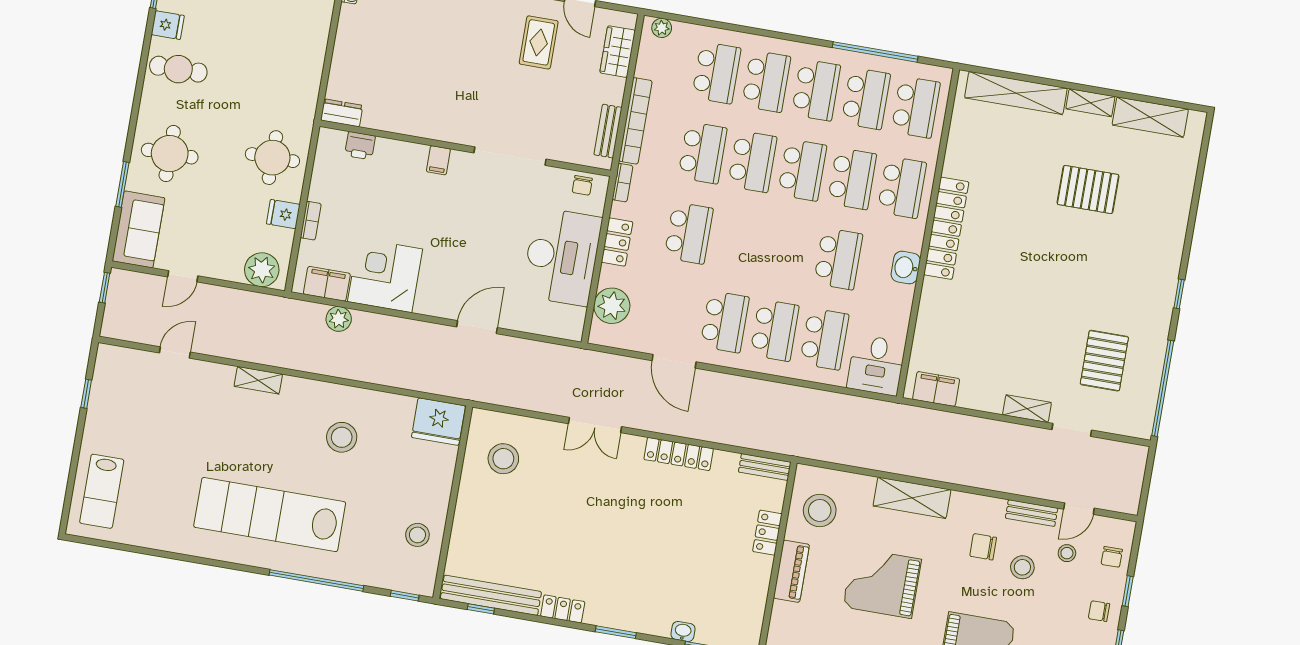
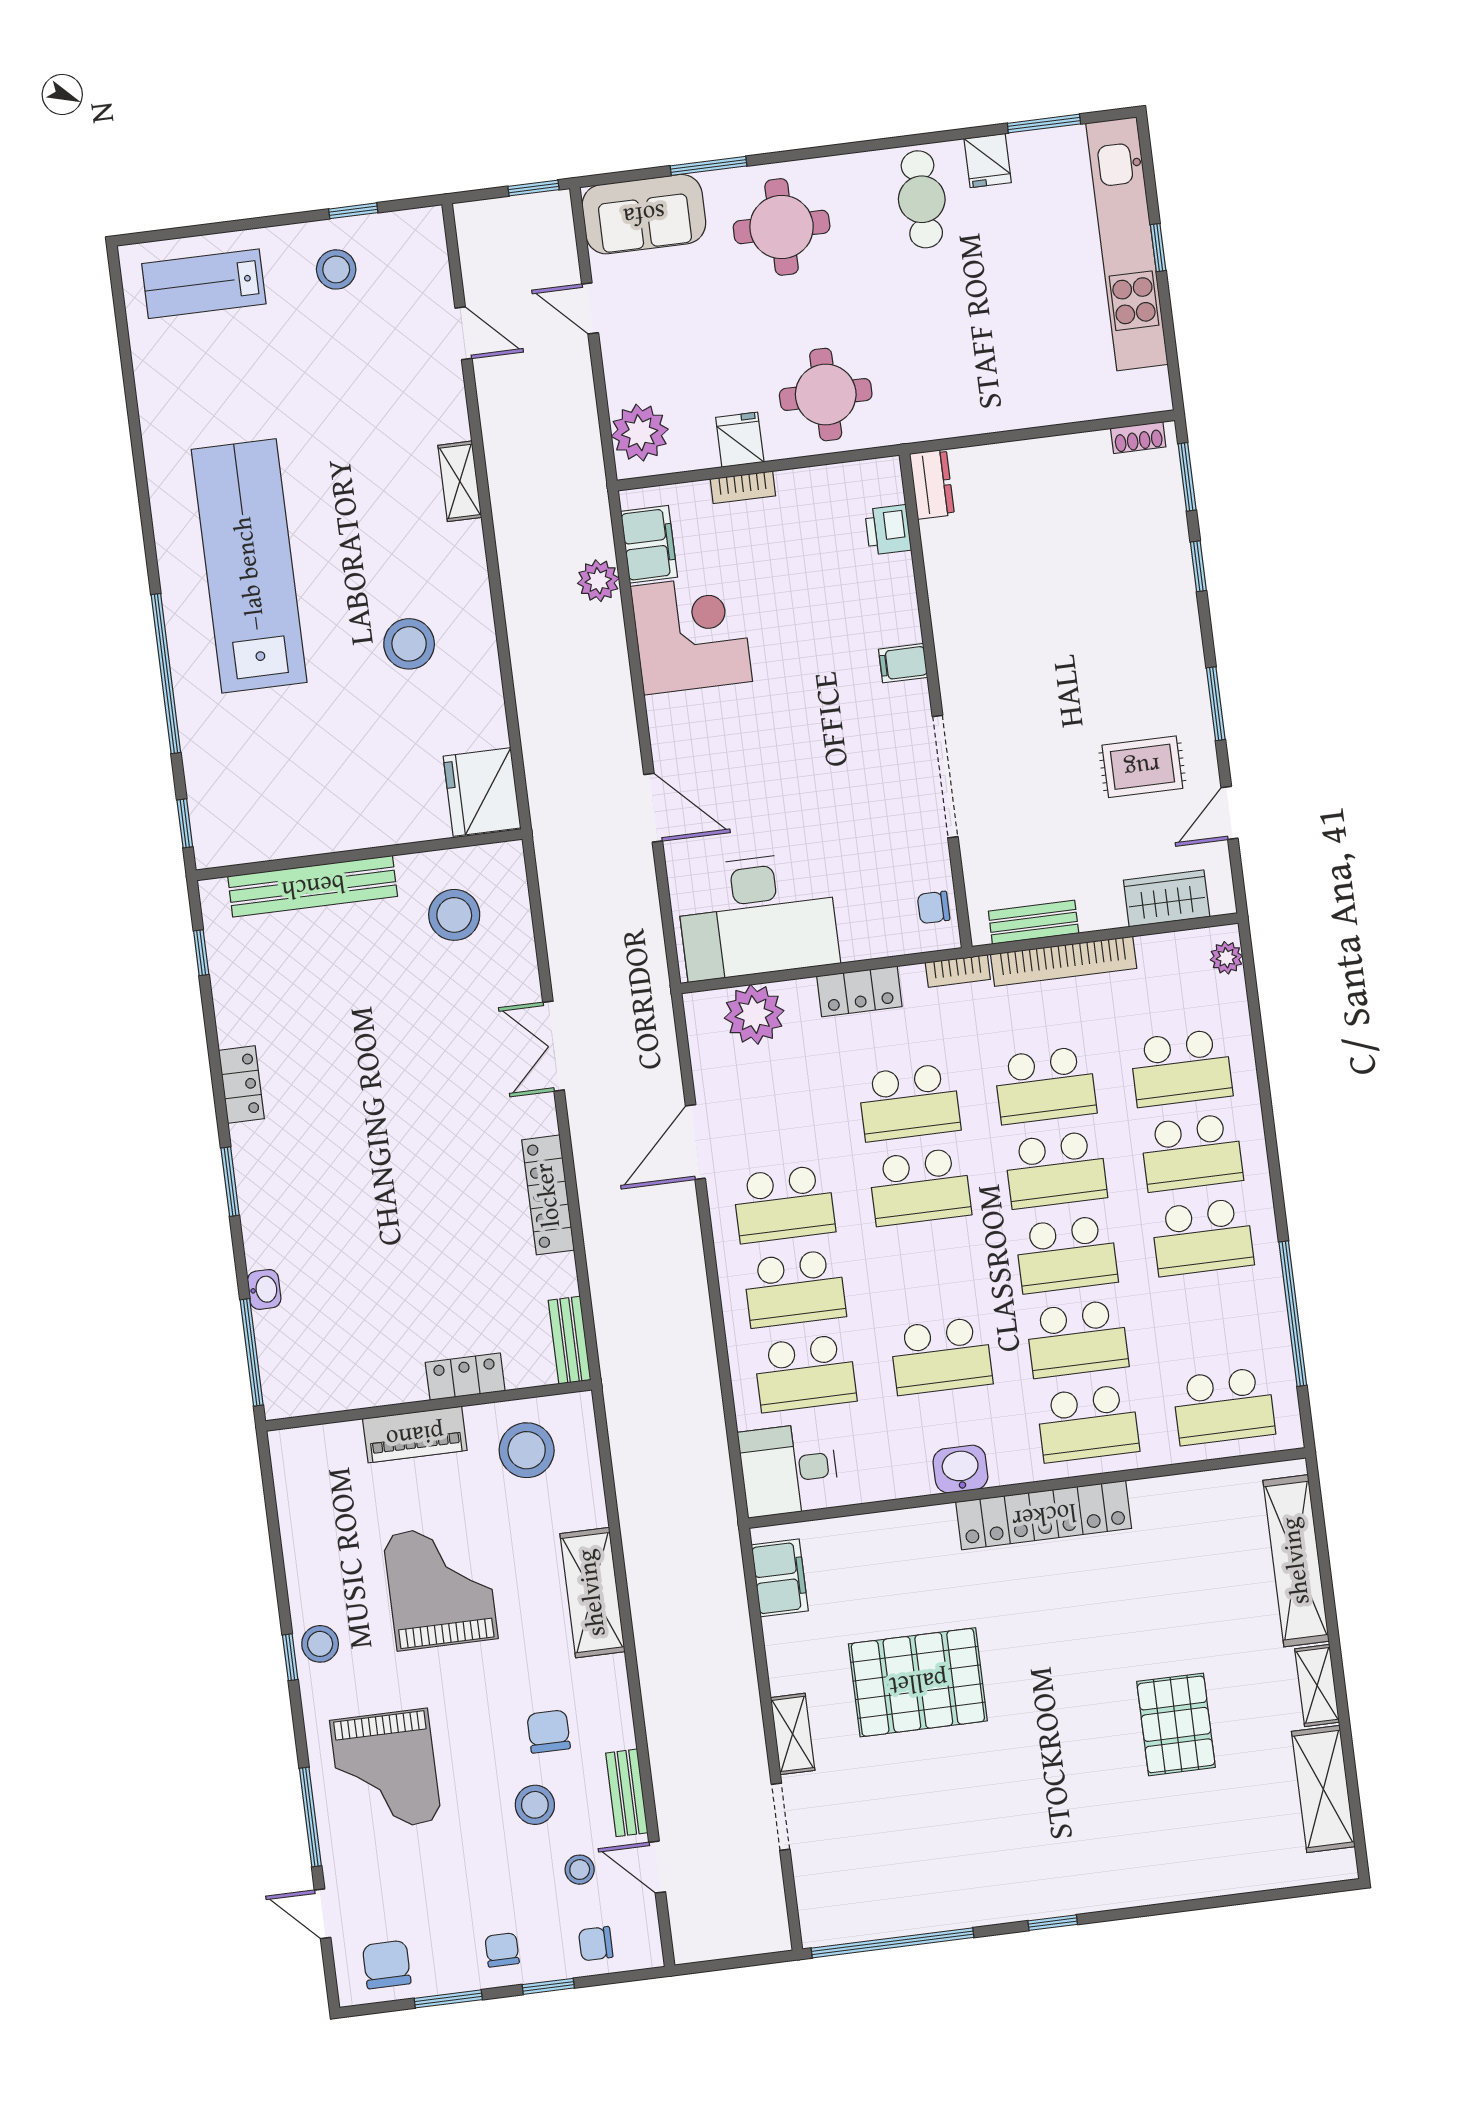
school desk: (866, 99) -> (920, 1187), moved
desk: (562, 257) -> (757, 916), moved
pallet: (1104, 361) -> (918, 1682), moved, width x1.37, depth x1.41
stool: (417, 535) -> (336, 269), moved
bench: (491, 595) -> (313, 886), moved, turned 90

